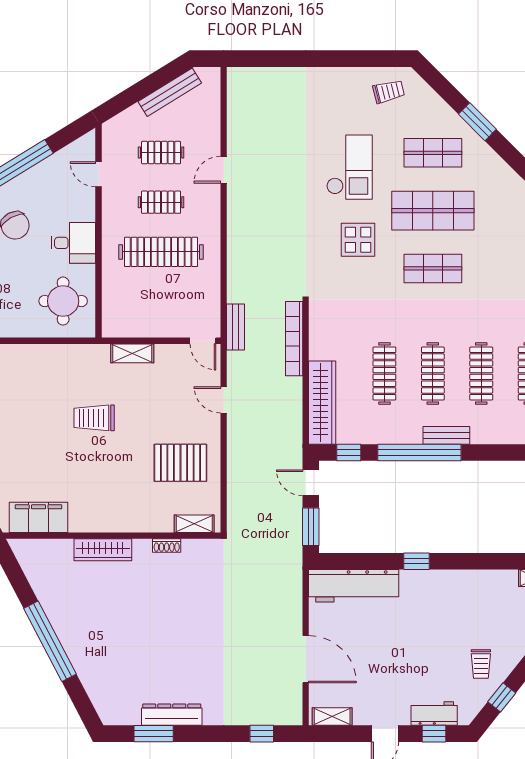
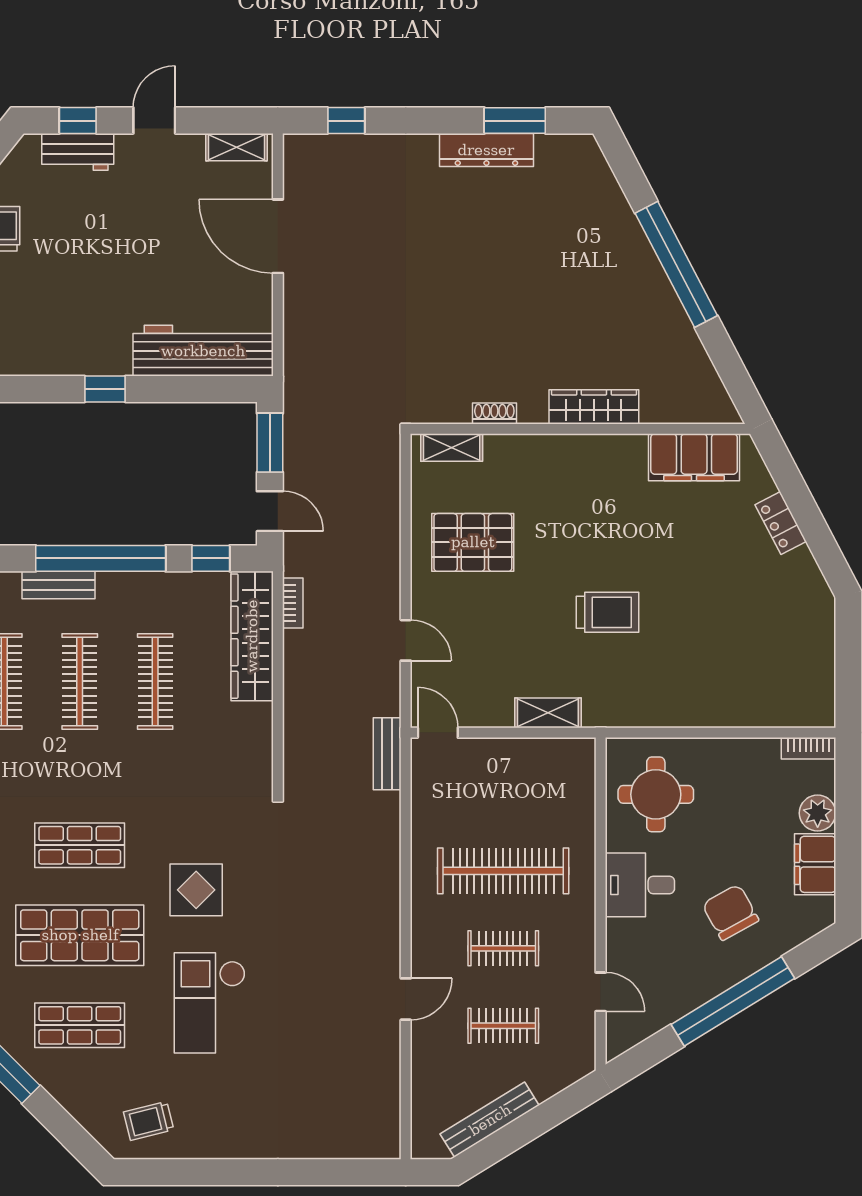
bookcase: (294, 339) -> (293, 603), moved, width x0.43, depth x0.76

